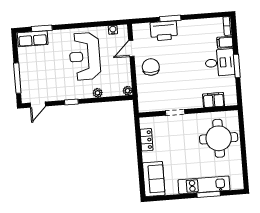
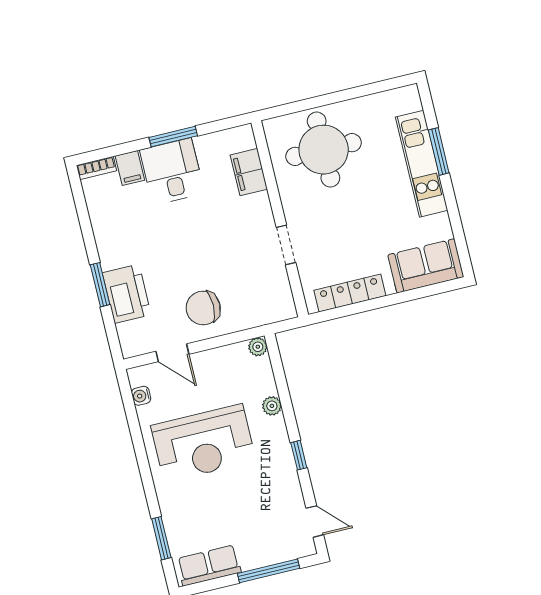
row of seats: (33, 39) -> (209, 565), moved, turned -90
locker: (147, 140) -> (350, 293), width x1.53

